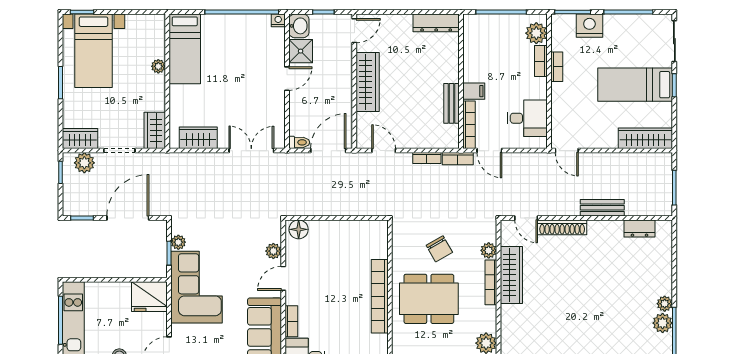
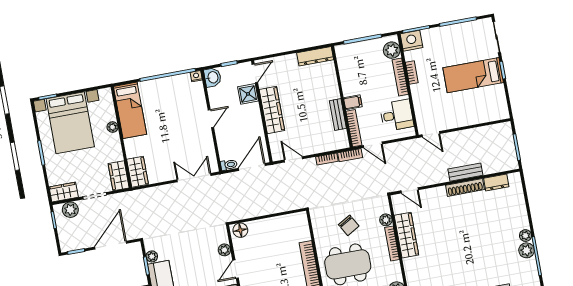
nightstand: (589, 26) -> (412, 41), moved
bed with nightstands: (93, 51) -> (70, 123), width x1.36
shower: (301, 51) -> (248, 94), moved
bookcase: (541, 61) -> (400, 77), width x1.56
wardrobe: (198, 138) -> (138, 172), moved, turned 90
wardrobe: (645, 138) -> (488, 114), removed
shoe rack: (562, 227) -> (465, 187), moved

